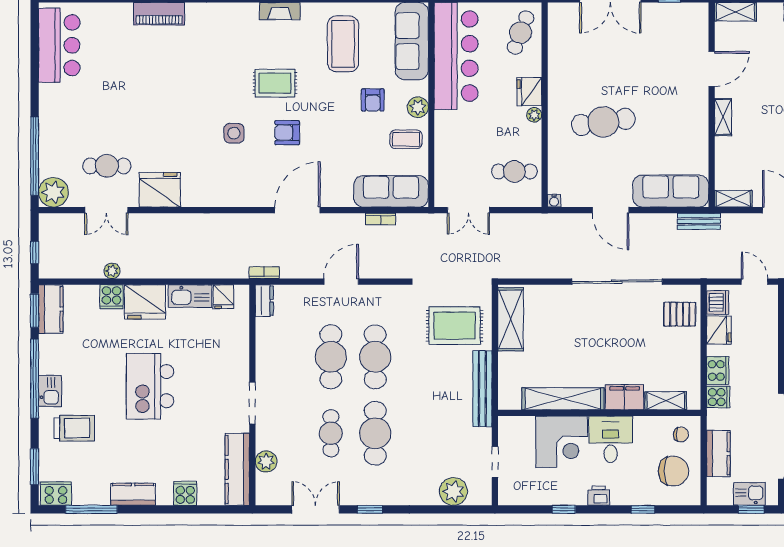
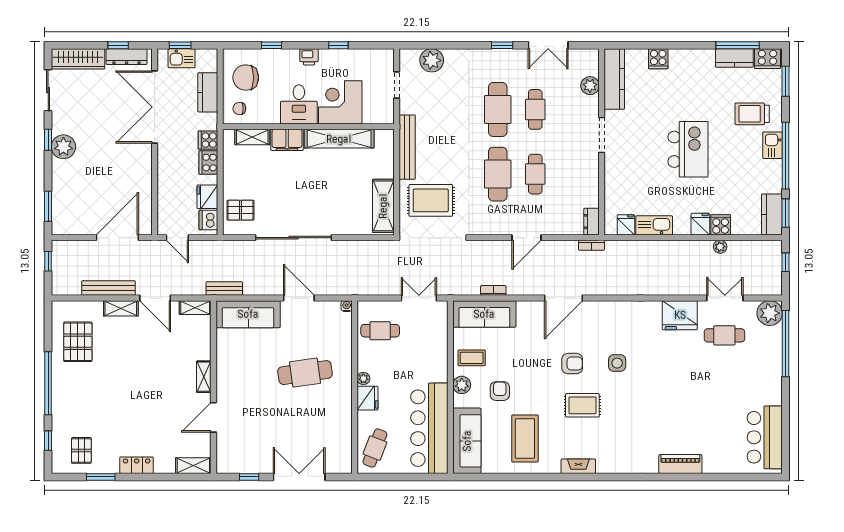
fridge: (145, 302) -> (700, 224), width x0.53, depth x0.75
cafe table: (331, 357) -> (535, 174), width x0.73, depth x0.74
kitchen counter: (133, 494) -> (734, 58), moved

